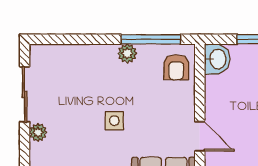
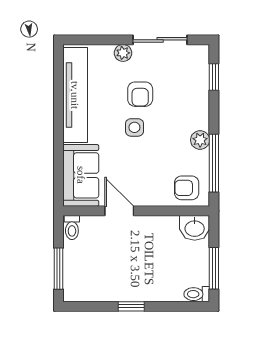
window: (63, 39) -> (214, 77), added
armchair: (80, 115) -> (140, 94), added
door: (200, 136) -> (119, 211), swing flipped

